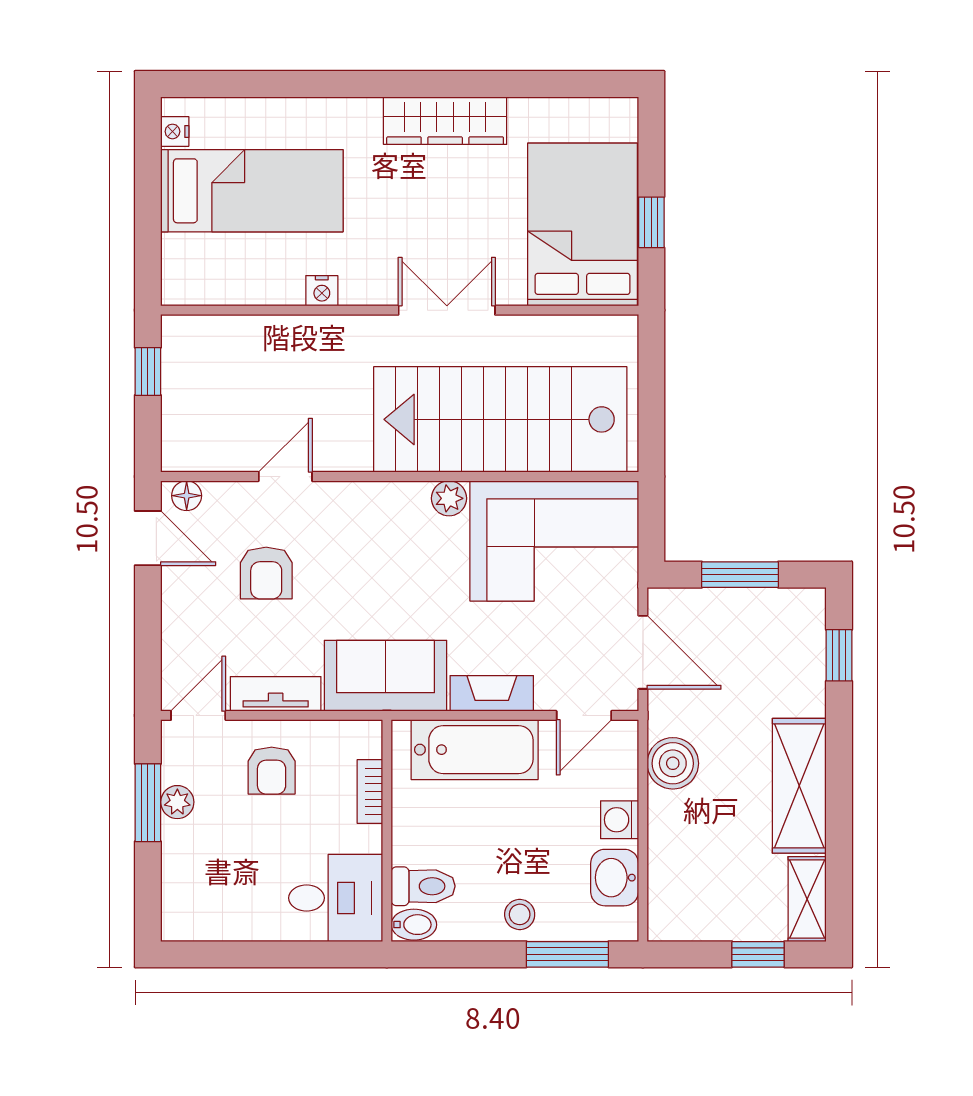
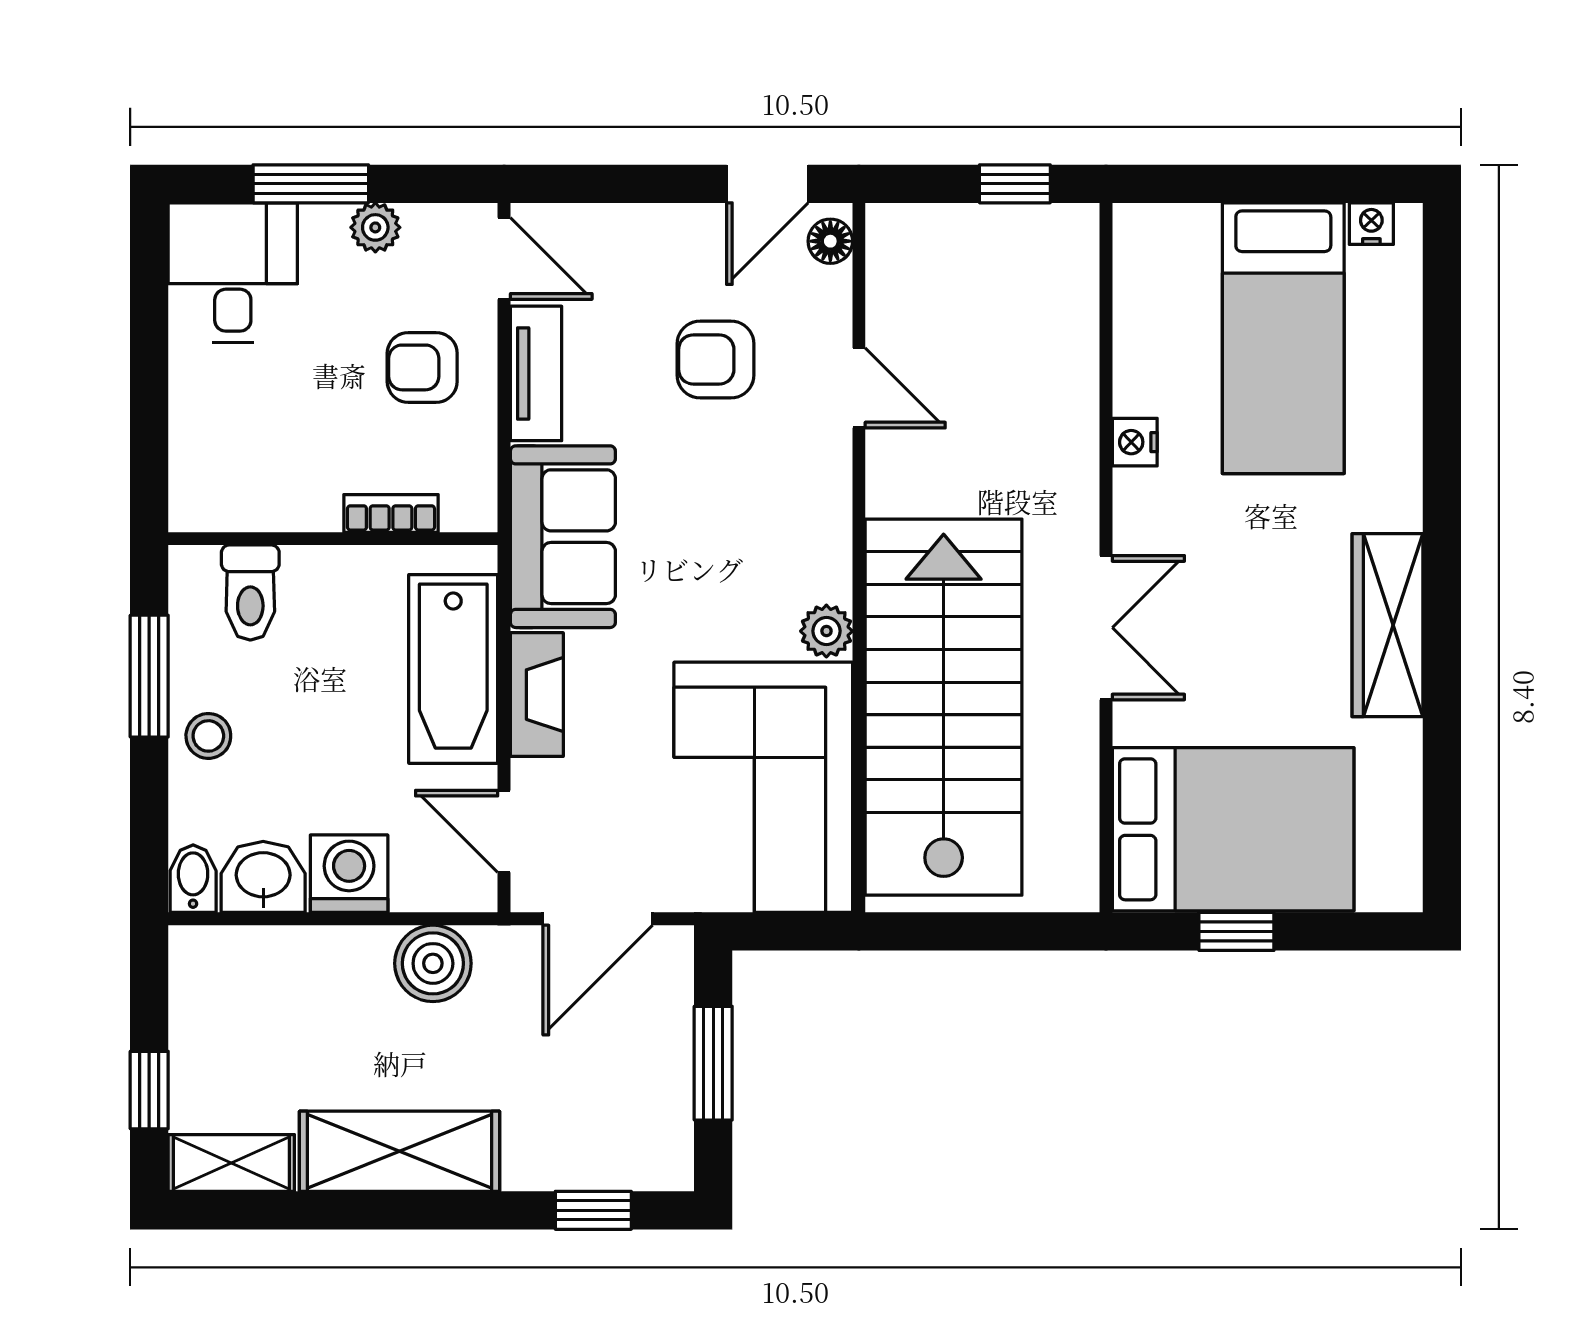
window: (148, 803) -> (311, 184), moved
washing machine: (620, 820) -> (349, 874), width x1.38, depth x1.38
desk: (336, 898) -> (233, 273), moved, turned 180
bidet: (414, 925) -> (193, 879), moved, turned 180
window: (567, 954) -> (149, 676), moved

